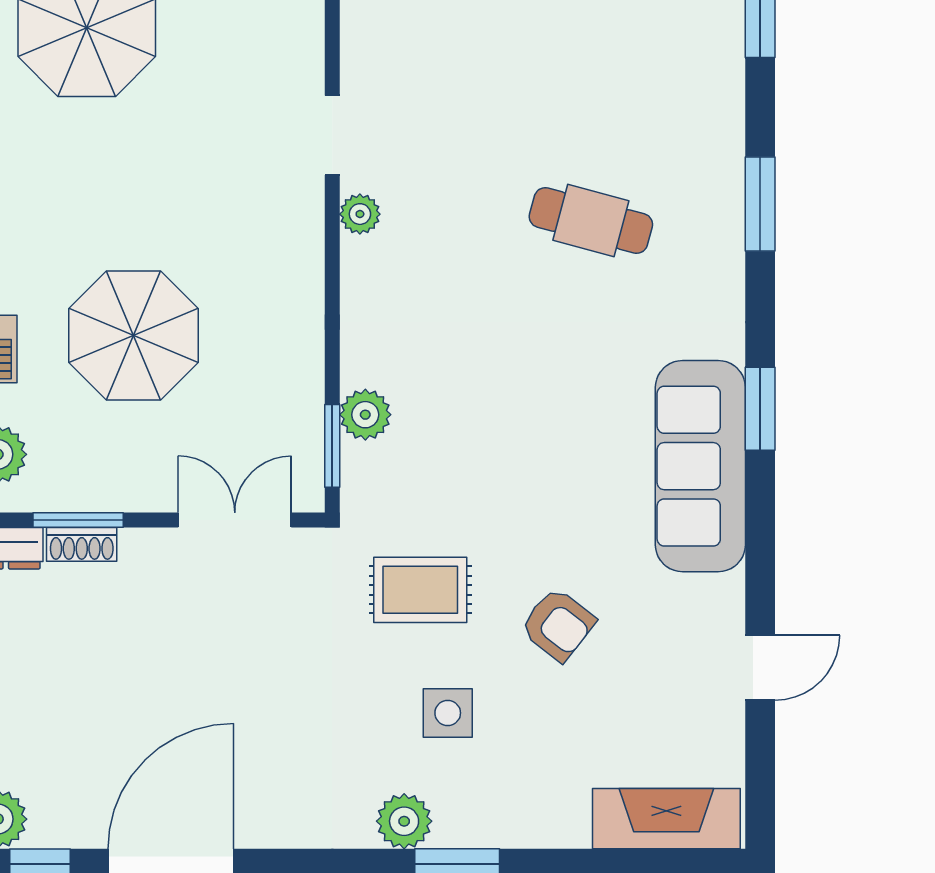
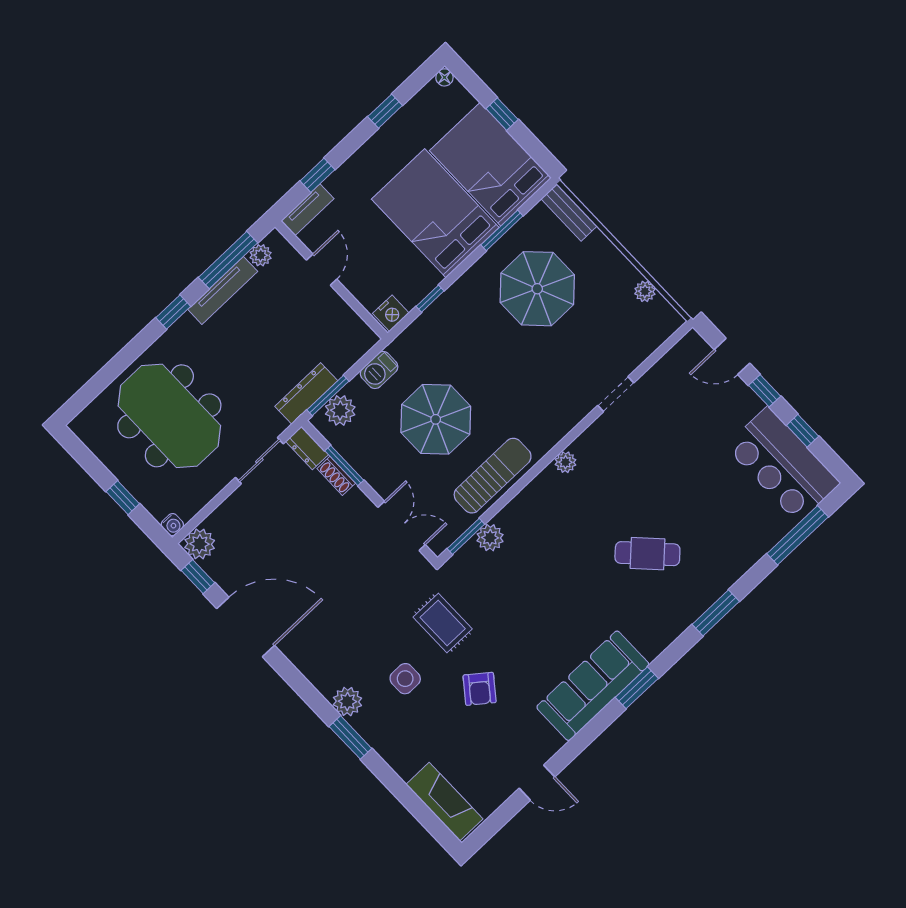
doorway: (332, 135) -> (616, 394), moved
cafe table: (591, 221) -> (647, 554), turned -59
sun lounger: (284, 331) -> (493, 476), added

